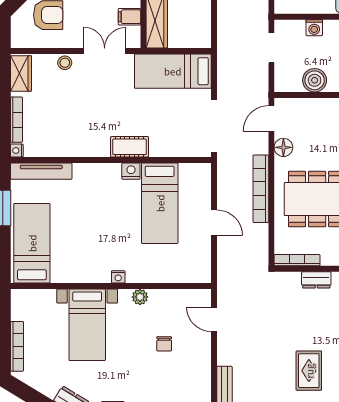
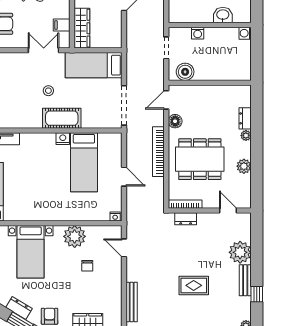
stool: (65, 63) -> (48, 91), moved
boiler: (315, 80) -> (185, 72), moved
cot: (130, 147) -> (62, 118), width x1.37, depth x1.34
nightstand: (118, 277) -> (115, 217), moved
dresser: (316, 280) -> (186, 219), moved
plant: (140, 297) -> (75, 236), width x1.88, depth x1.88
rug: (309, 371) -> (194, 285), turned 90

